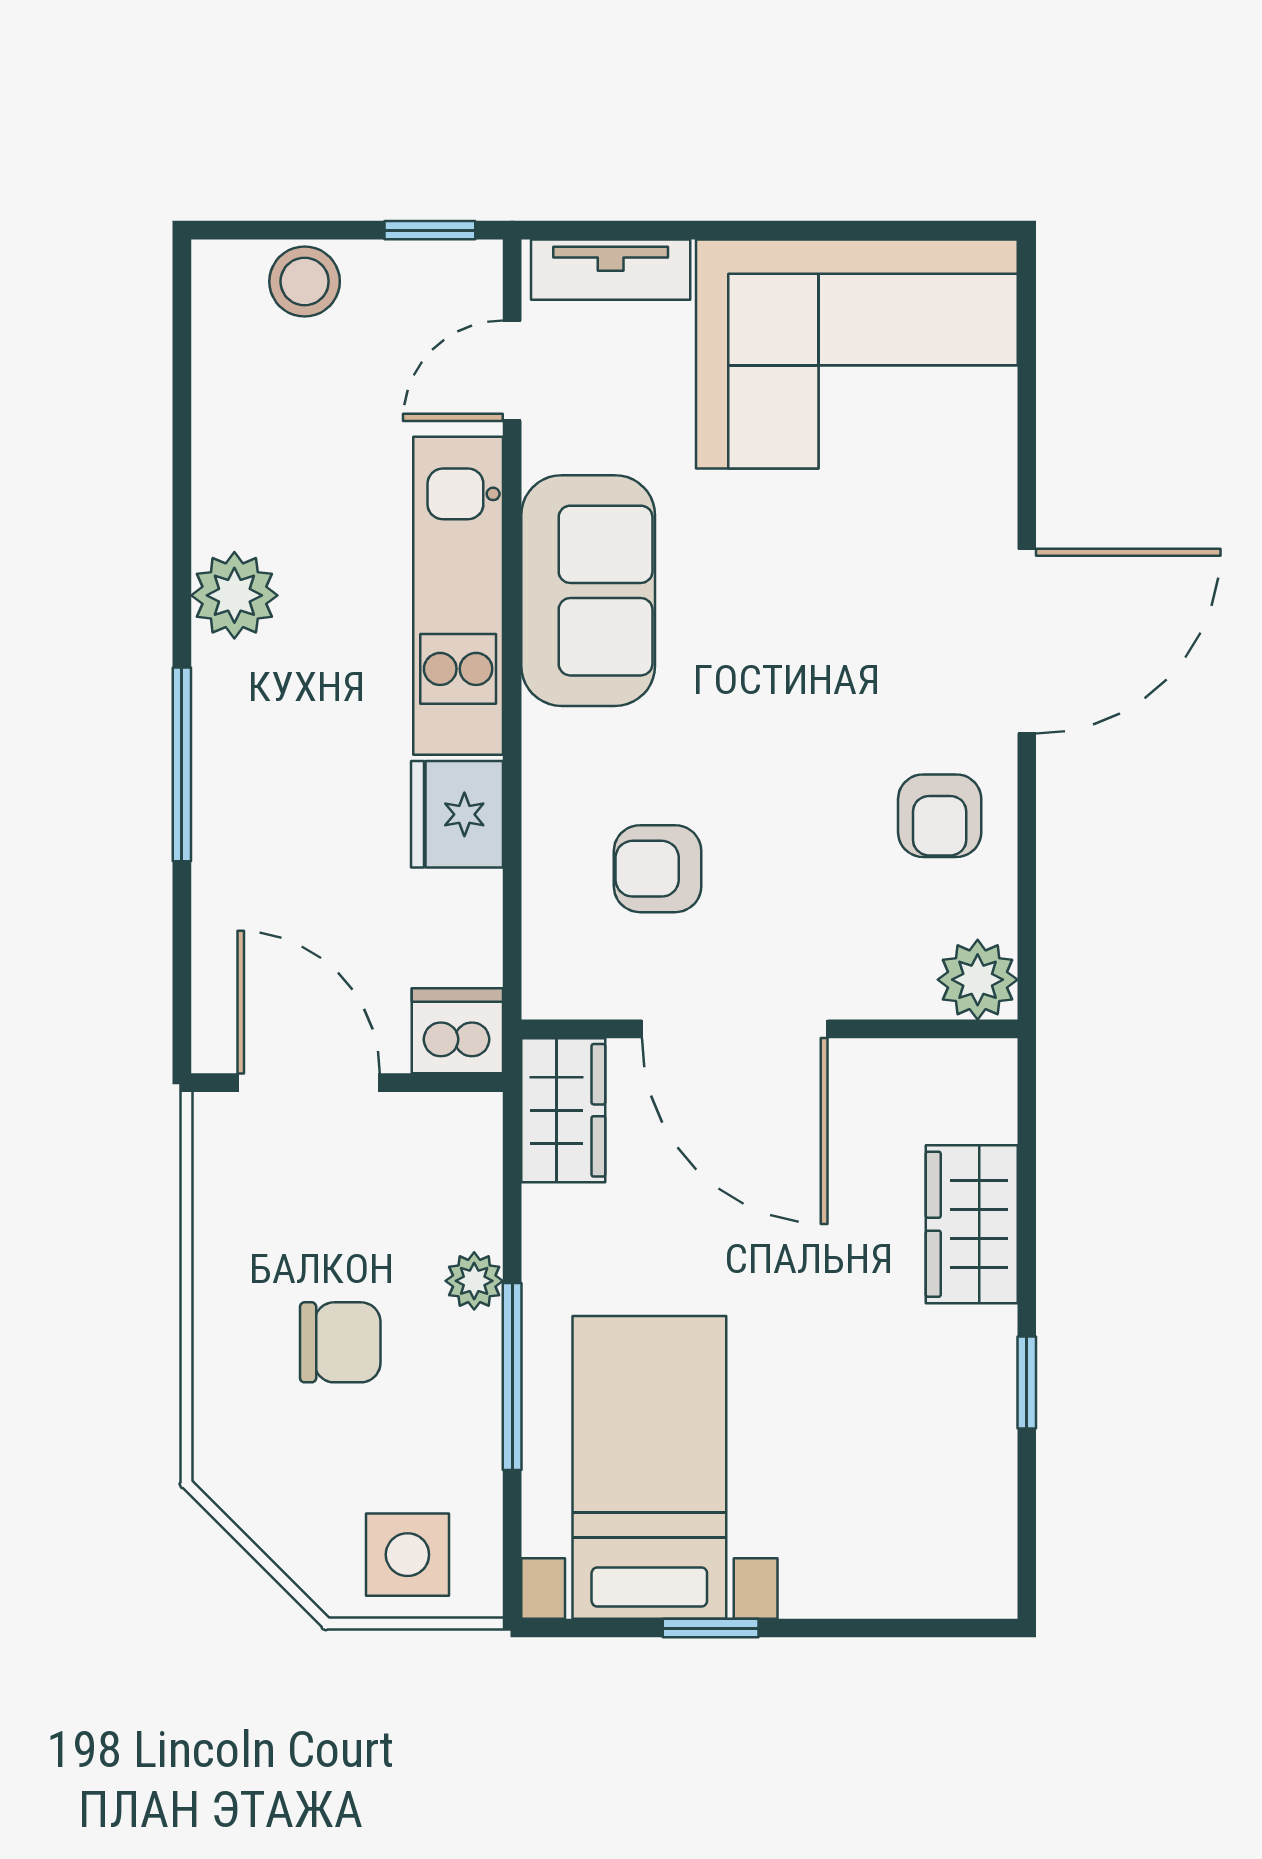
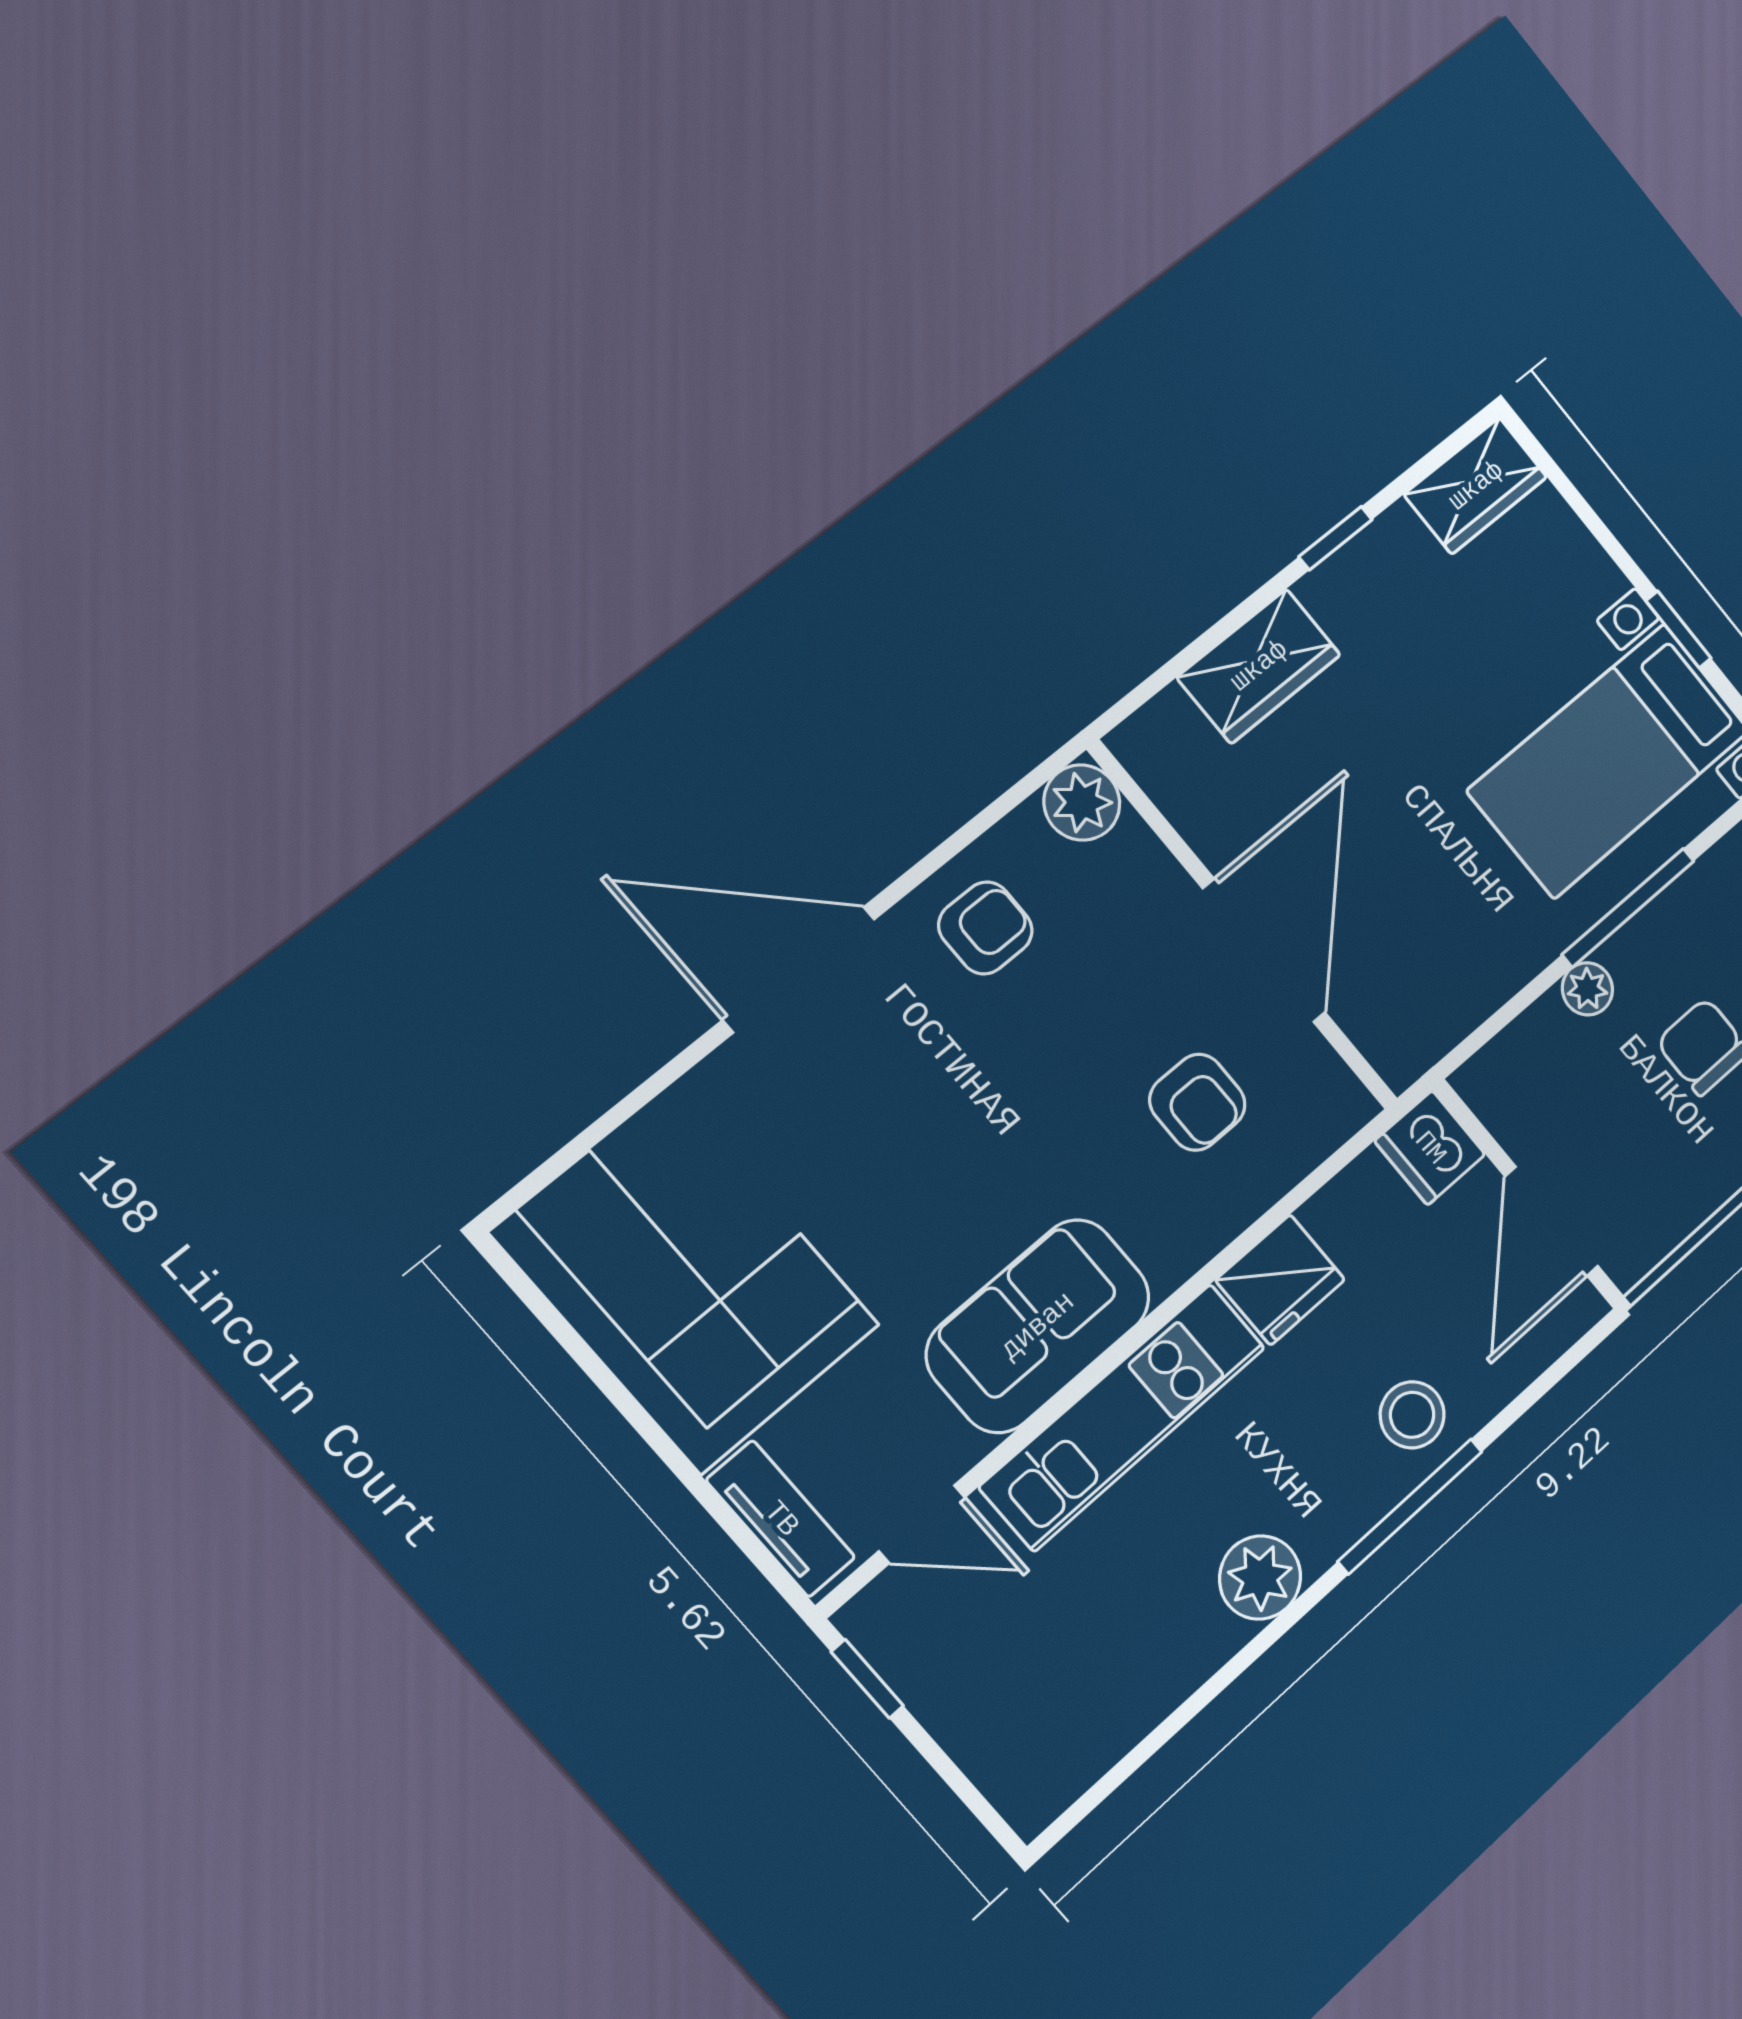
stool: (305, 281) -> (1412, 1415), moved
wardrobe: (563, 1110) -> (1476, 486), moved, turned 180

